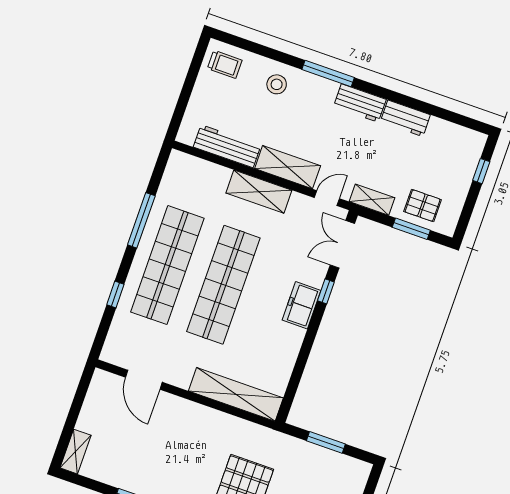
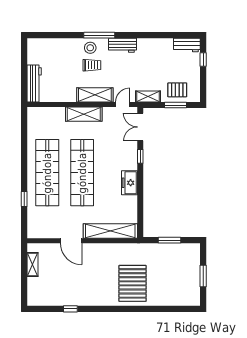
trolley: (225, 64) -> (92, 65), moved
stool: (277, 84) -> (90, 48), moved
workbench: (405, 118) -> (187, 45), moved
workbench: (227, 146) -> (34, 83), moved, turned 90
window: (141, 220) -> (24, 153), removed
freezer: (302, 305) -> (129, 183), moved
door: (144, 380) -> (71, 241), moved
shelving: (76, 452) -> (33, 264), moved

